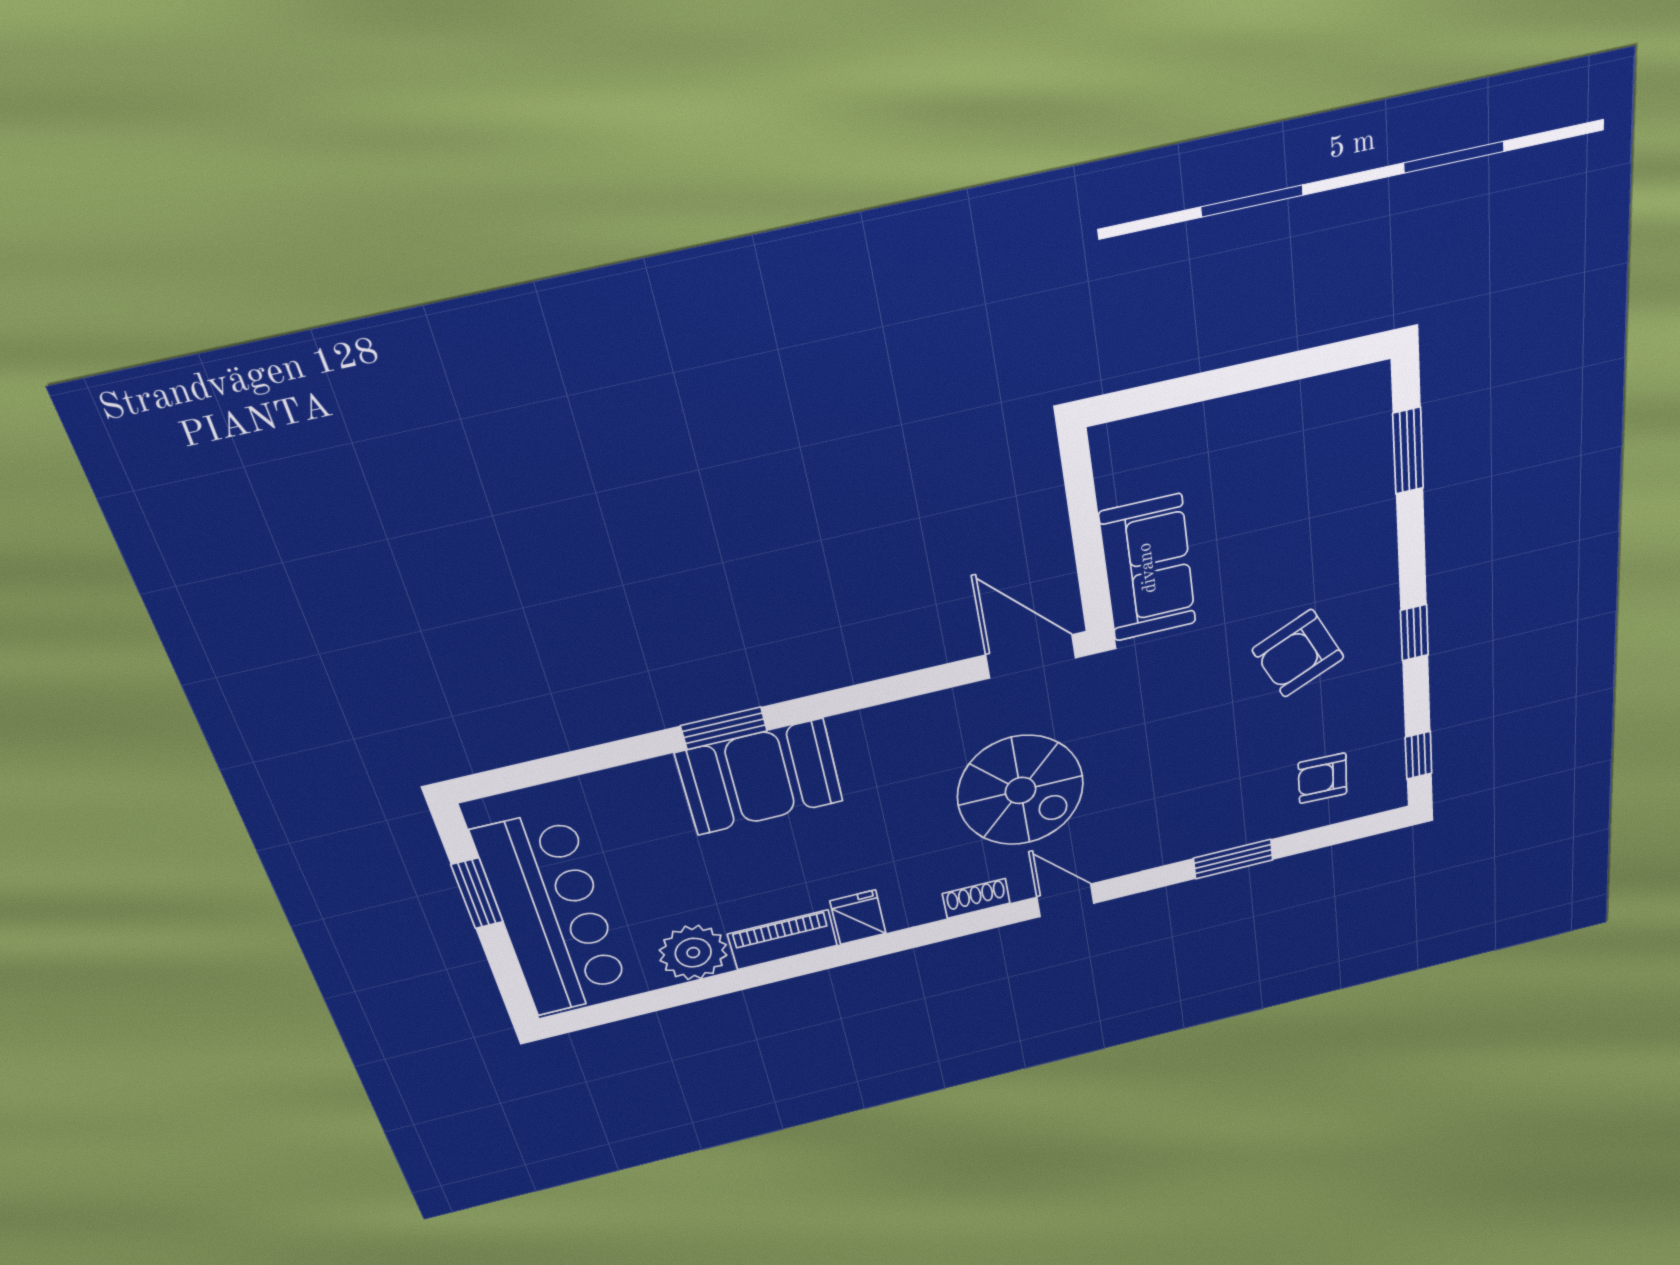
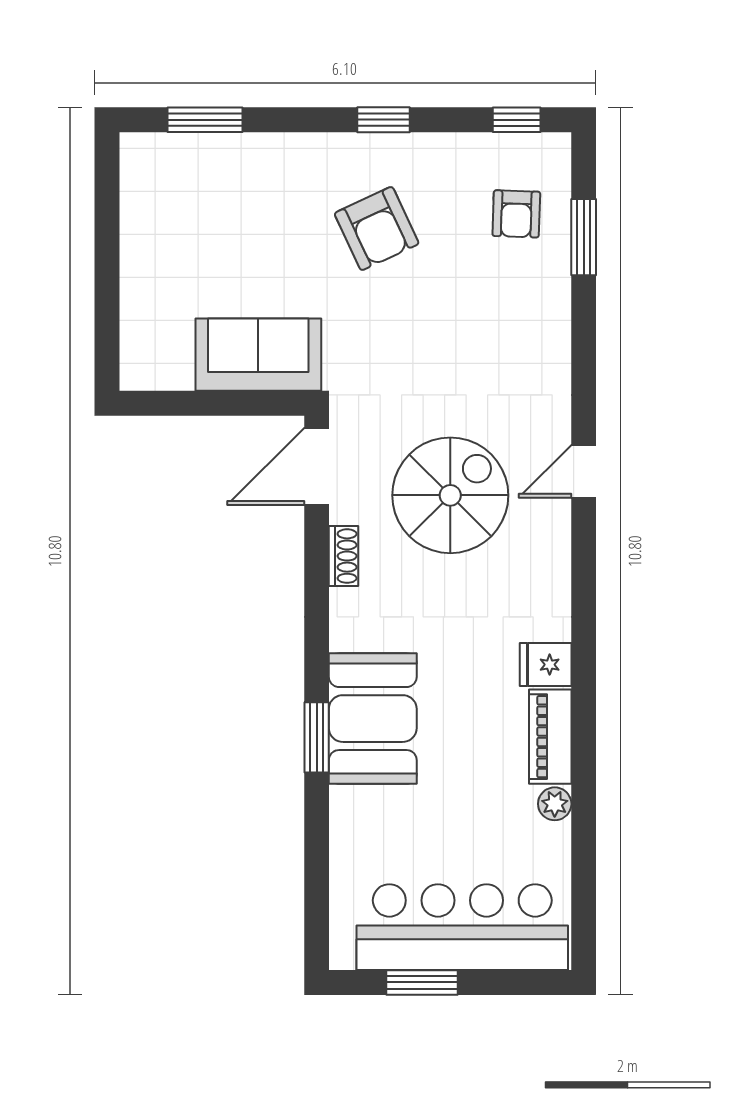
window: (1233, 859) -> (584, 237), moved
shoe rack: (976, 898) -> (344, 556), moved, turned 180
plant: (693, 953) -> (555, 804), width x0.53, depth x0.53

